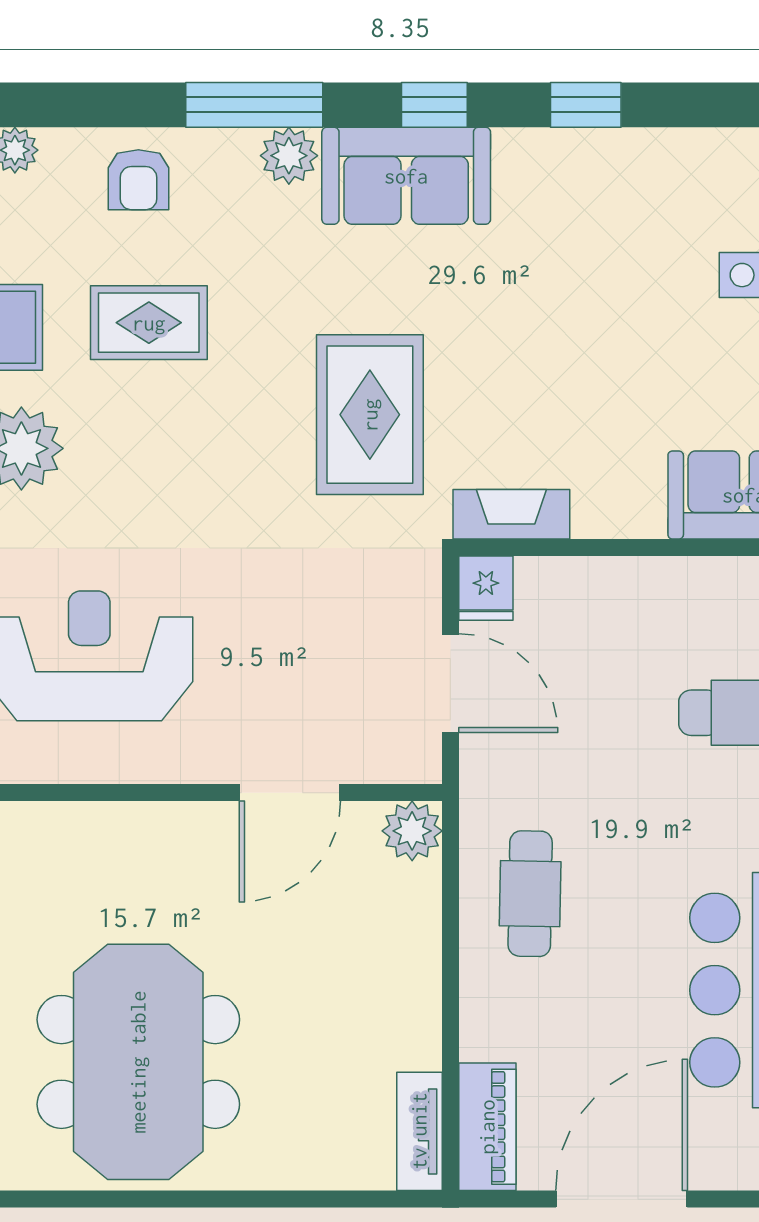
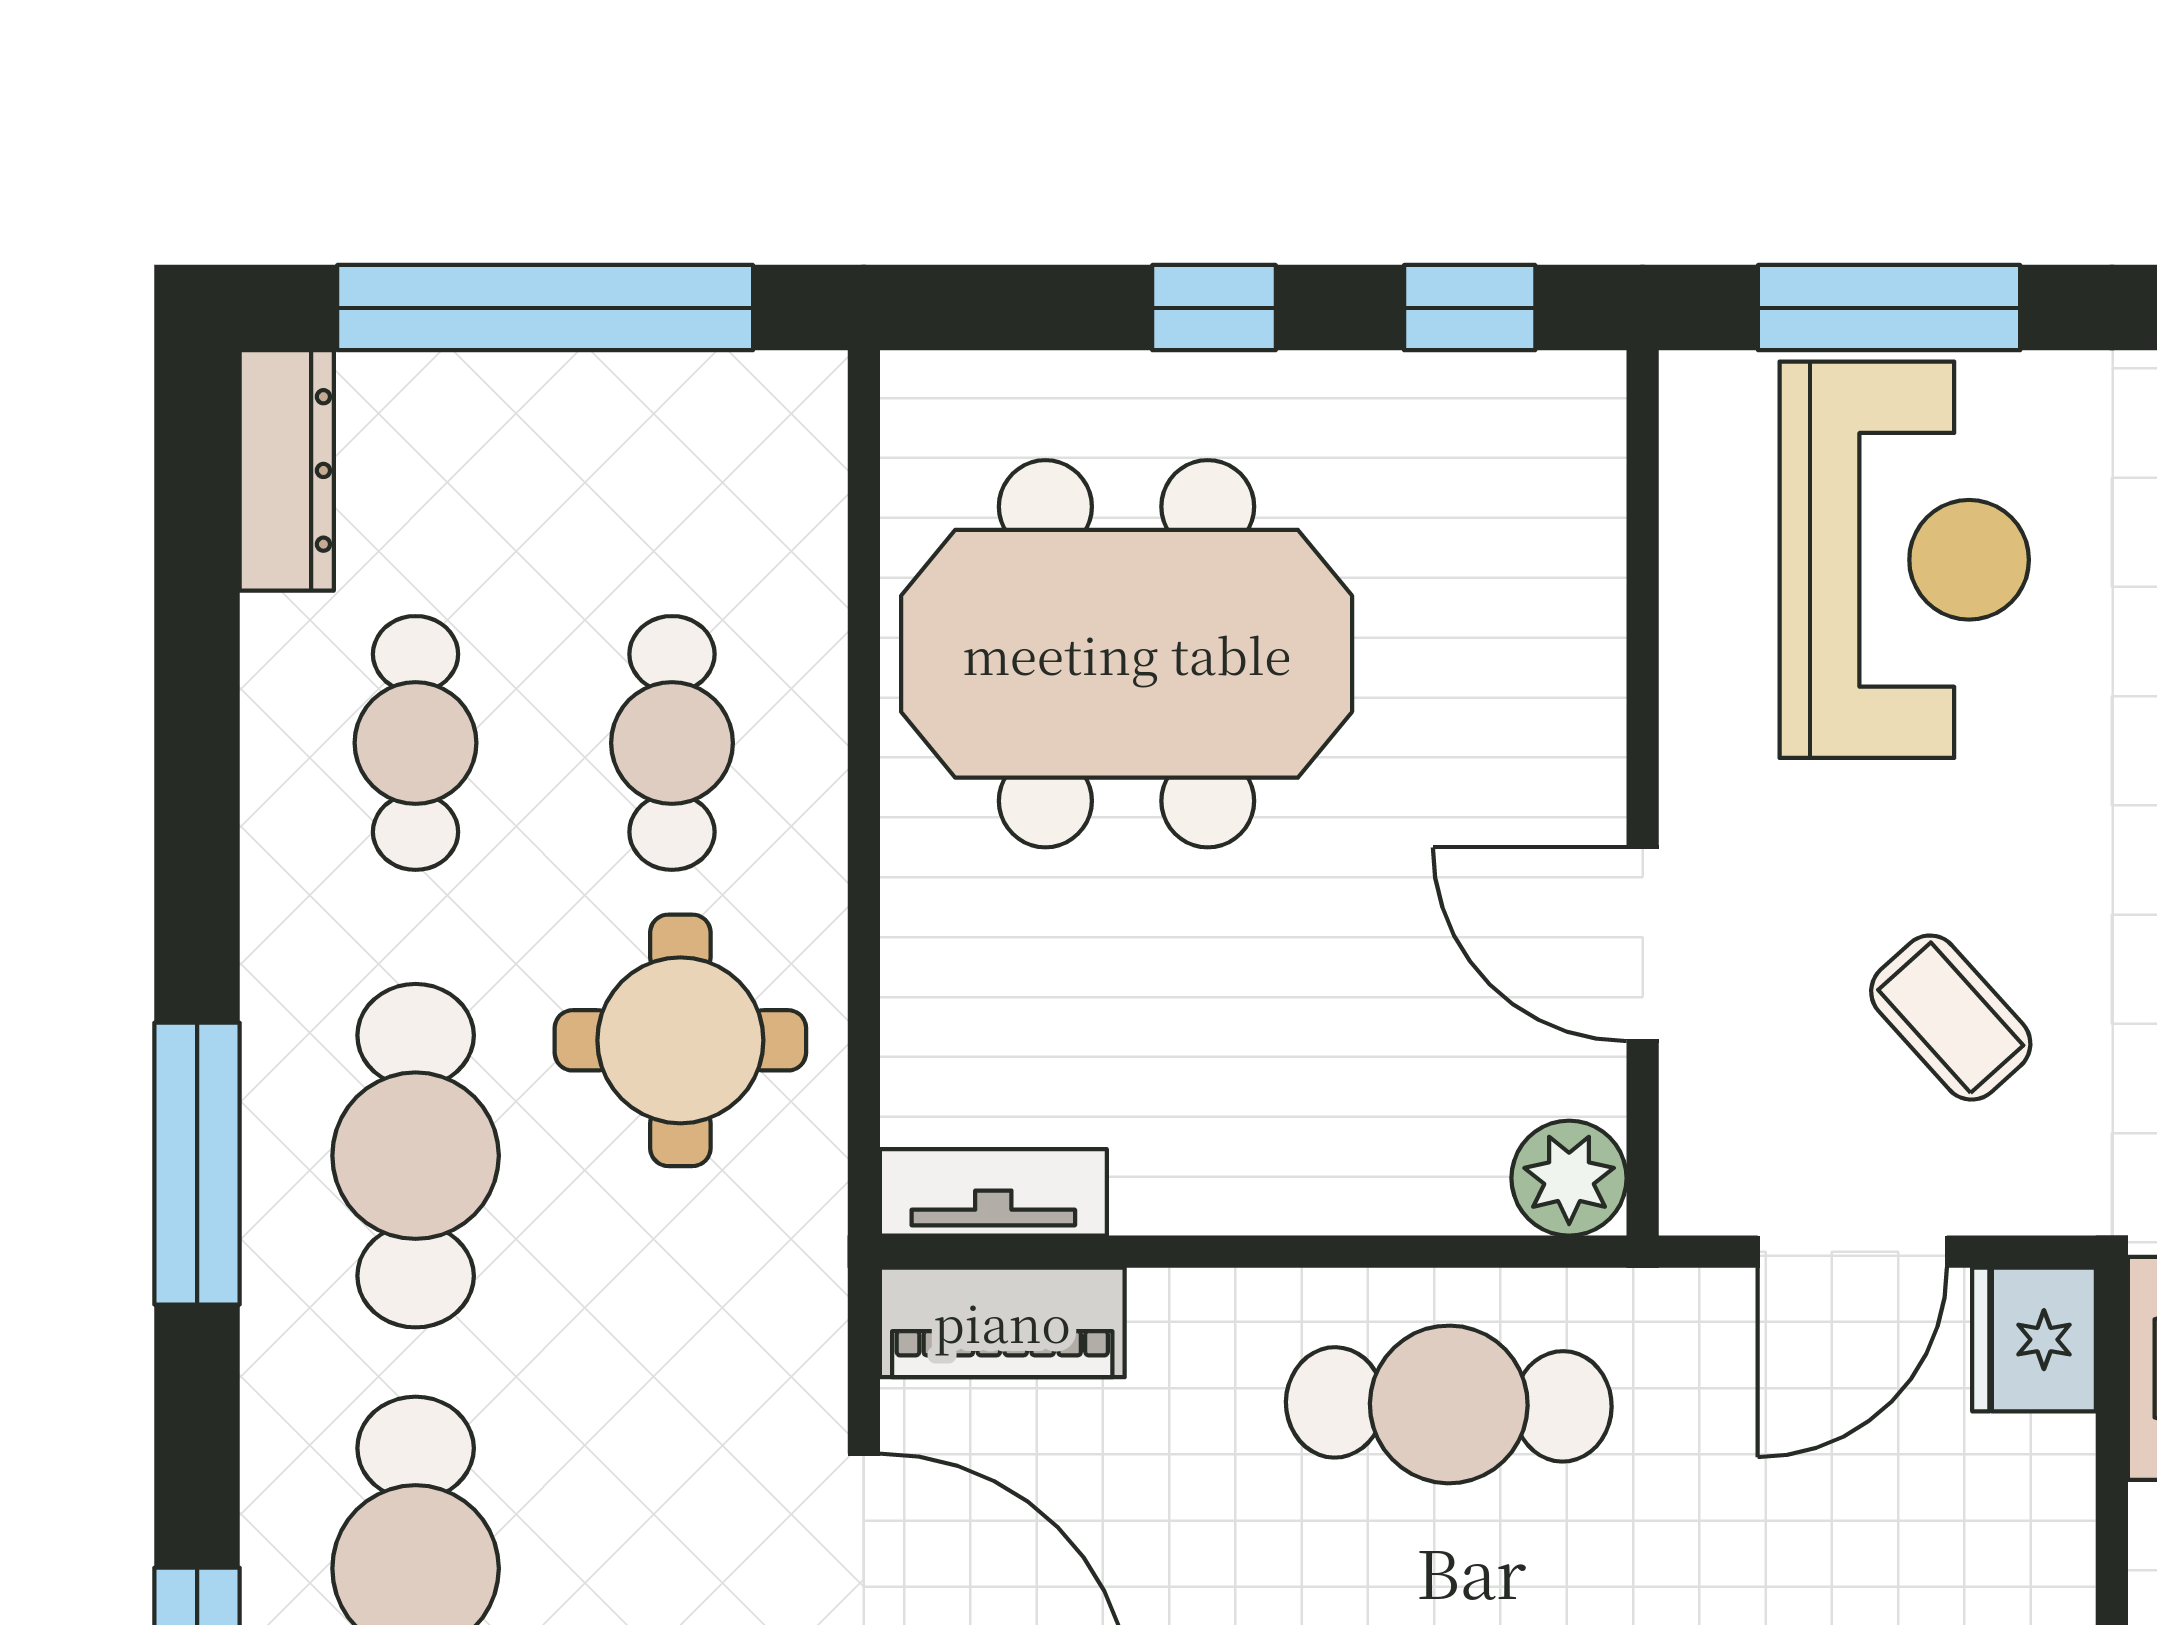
fridge: (486, 588) -> (2034, 1340), width x1.38
coffee table: (328, 632) -> (1951, 1018), added
cafe table: (530, 894) -> (1449, 1404), width x1.37, depth x1.35

